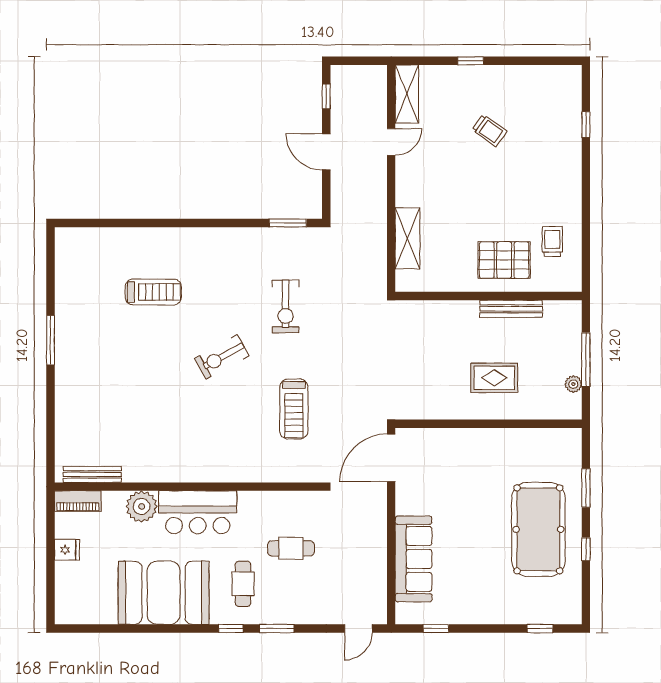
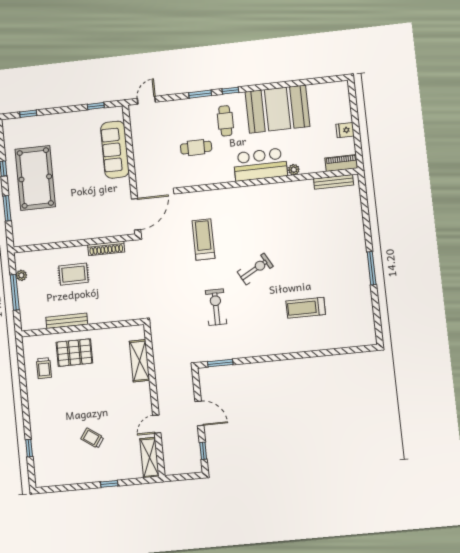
shoe rack: (441, 411) -> (106, 248), added
plant: (142, 506) -> (294, 170), width x0.53, depth x0.53

